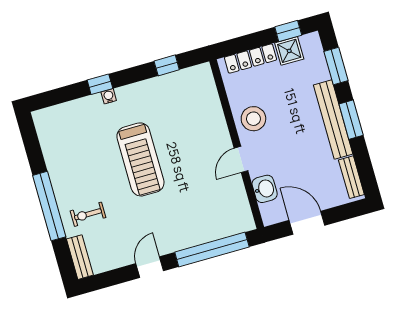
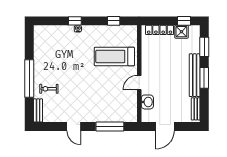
stool: (253, 119) -> (152, 63), removed
treadmill: (140, 159) -> (114, 56), moved, turned 90
door: (307, 223) -> (165, 127), swing flipped
window: (212, 250) -> (110, 127), width x0.68
door: (150, 267) -> (74, 127), swing flipped

